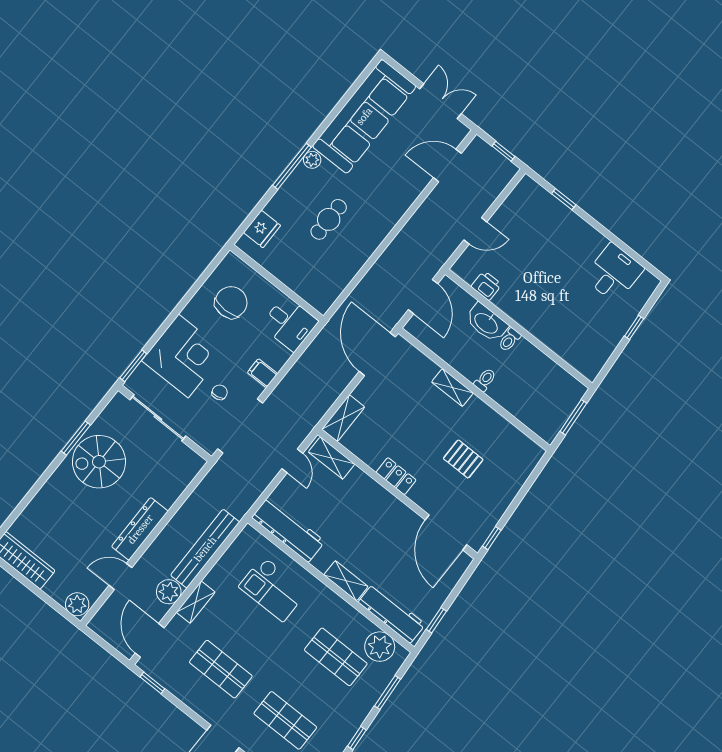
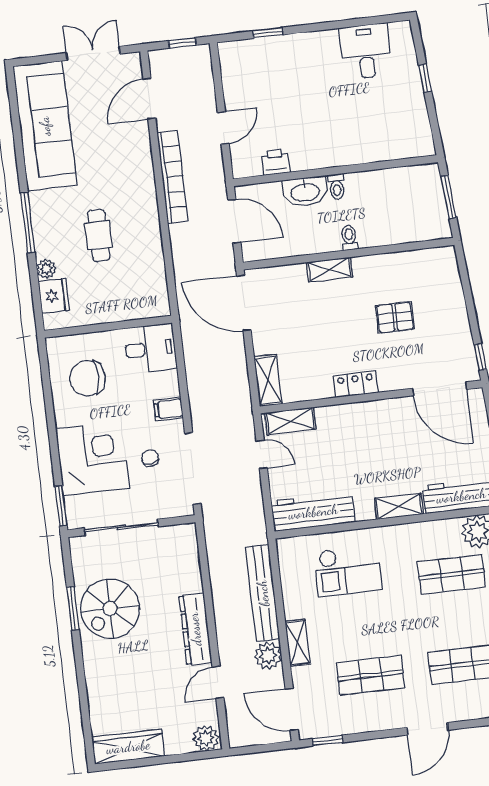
plant: (312, 160) -> (46, 269), moved
bookcase: (412, 229) -> (173, 177), added
chair: (231, 302) -> (88, 378), turned -90

